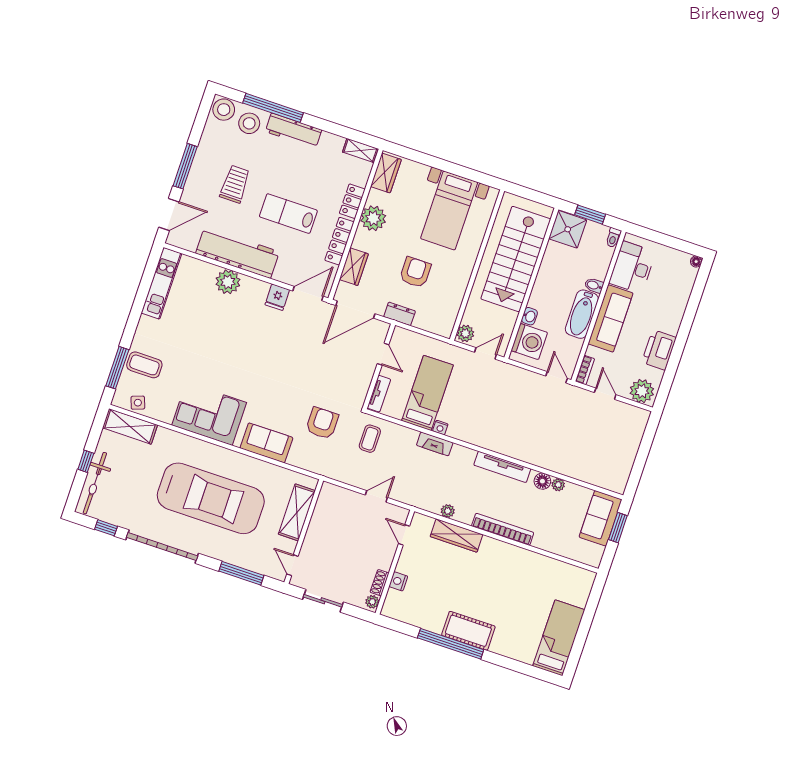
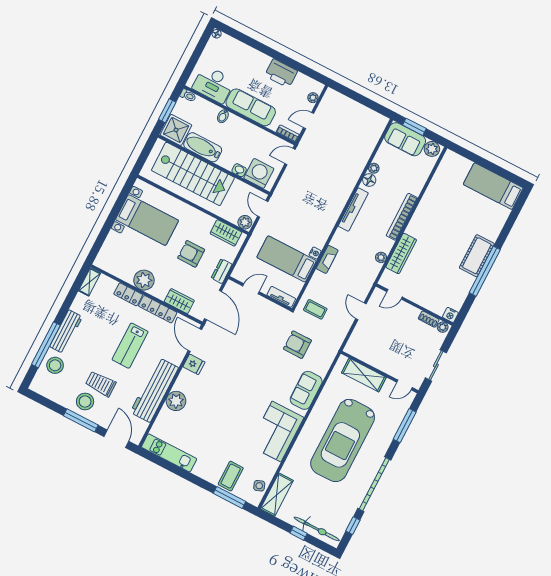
stool: (224, 110) -> (85, 401), moved
wardrobe: (386, 173) -> (226, 233), moved, turned 180
bathtub: (582, 314) -> (203, 147), moved, turned 180
plant: (642, 391) -> (313, 98), width x0.53, depth x0.53
car: (211, 498) -> (343, 440), turned 180
plant: (594, 554) -> (432, 149), added
nightstand: (398, 581) -> (450, 315), moved

